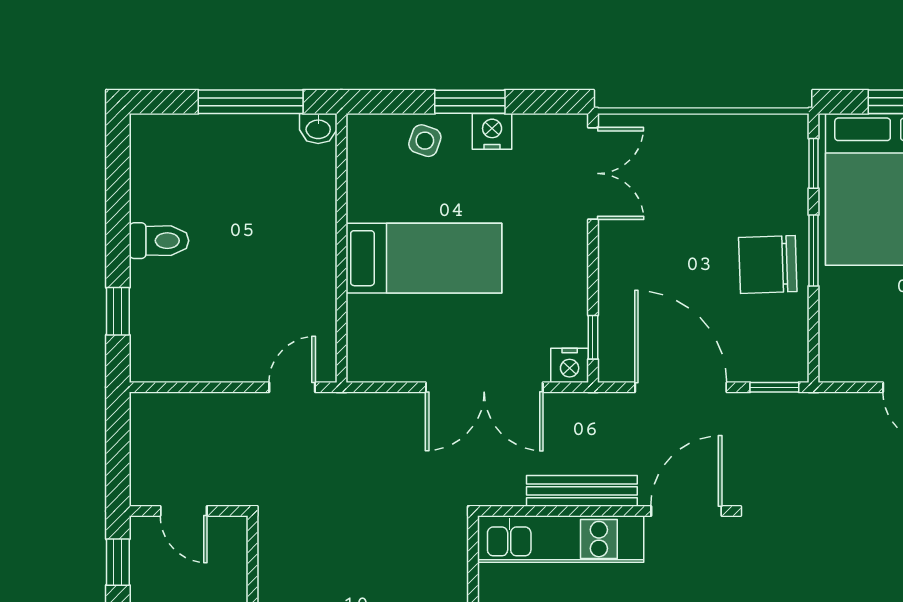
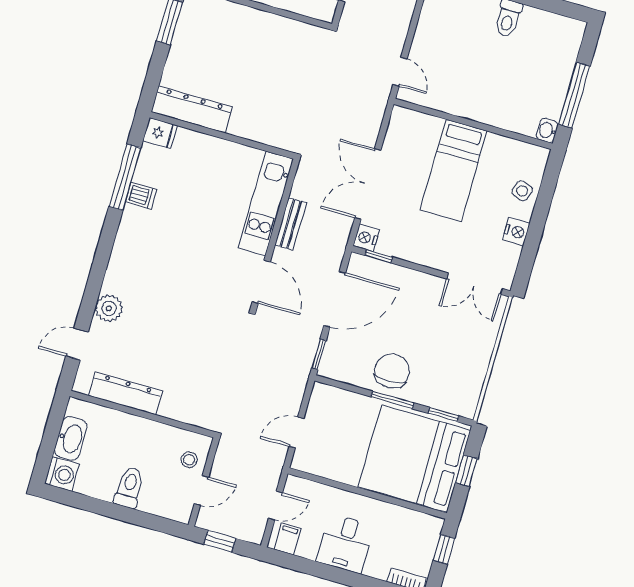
window: (470, 102) -> (537, 224), removed
bench: (582, 491) -> (291, 224), width x0.73

